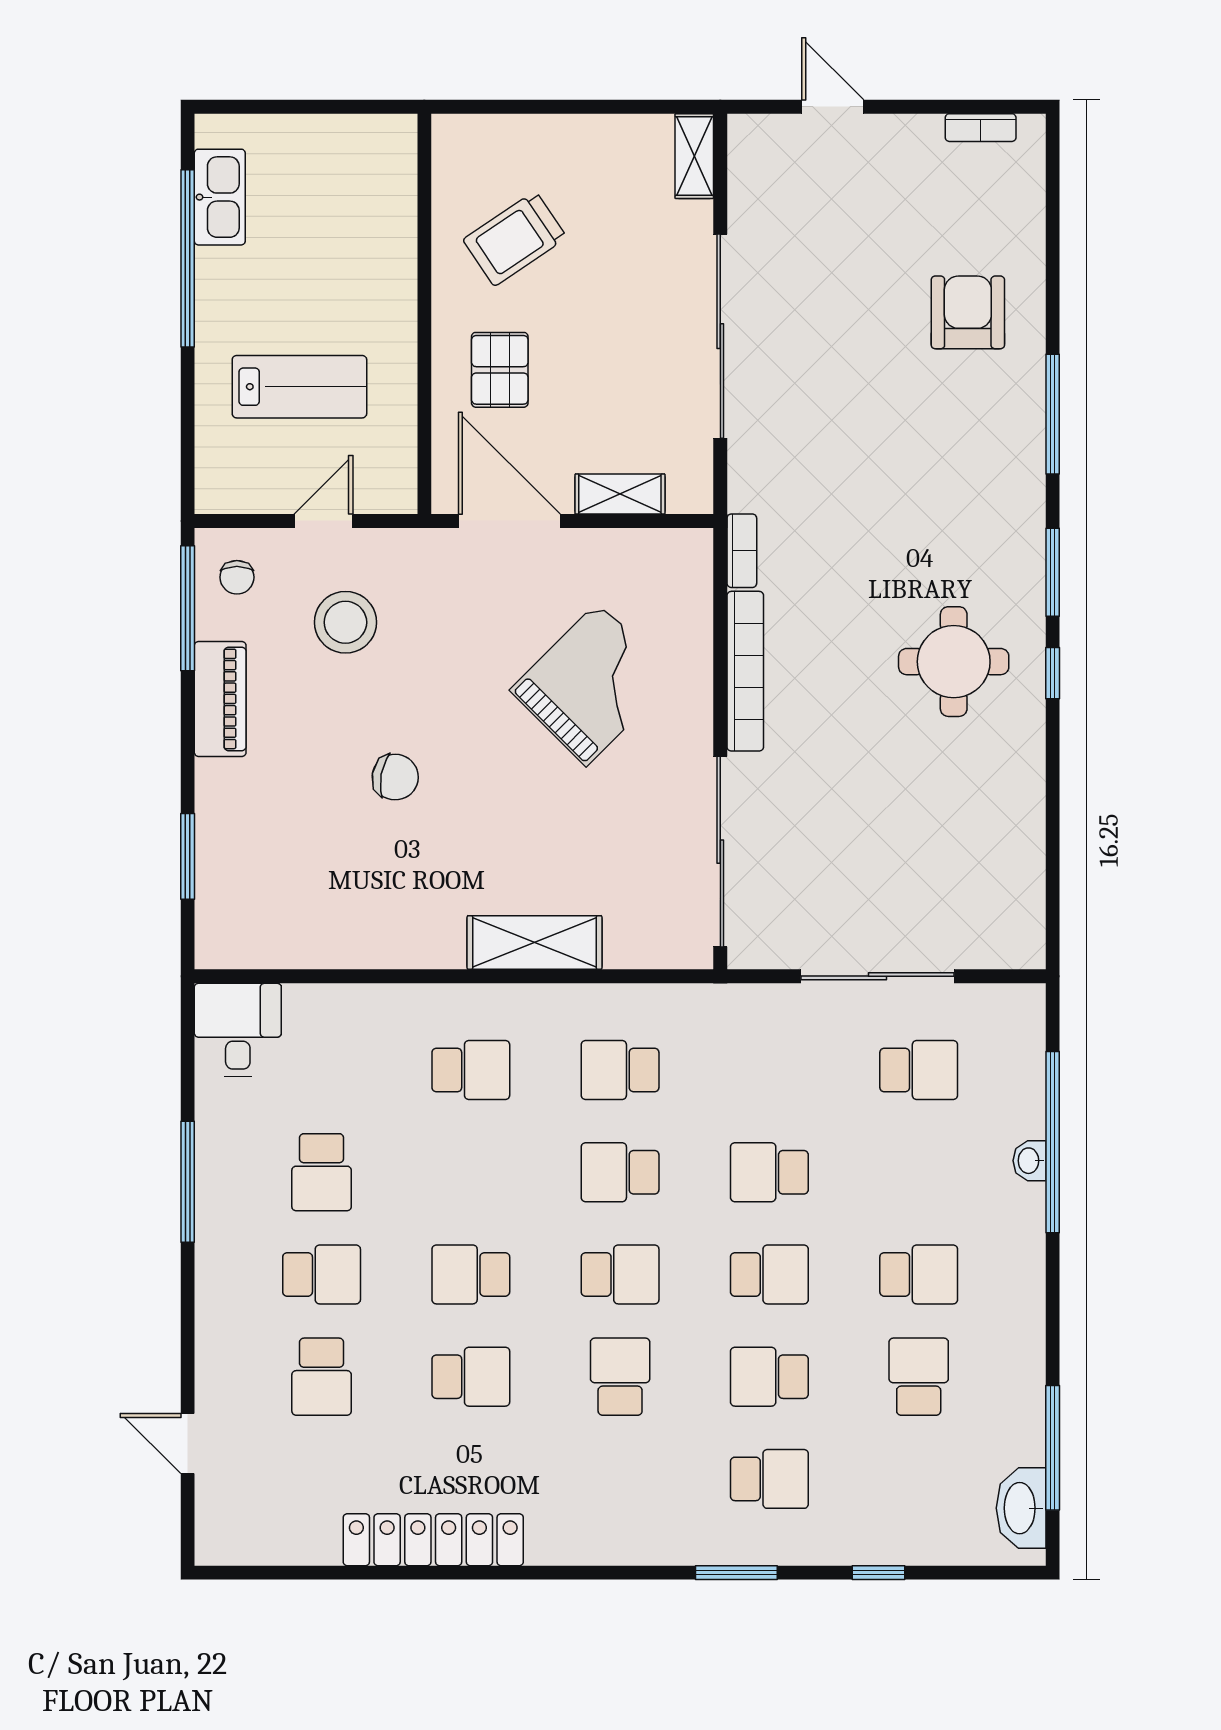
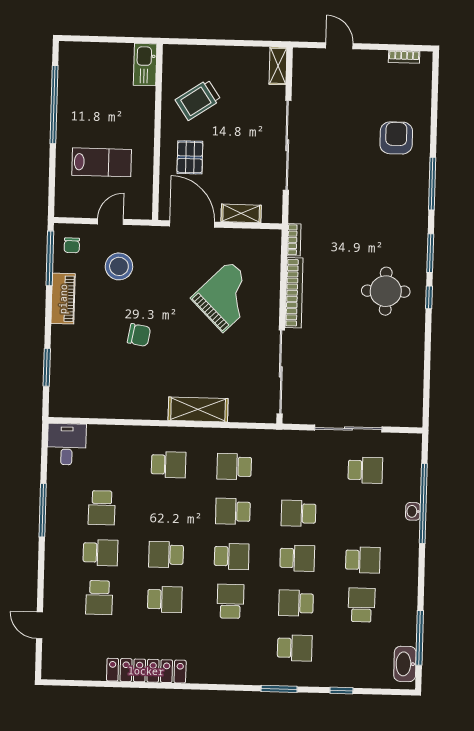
kitchen sink: (220, 197) -> (145, 65), moved, turned 180

